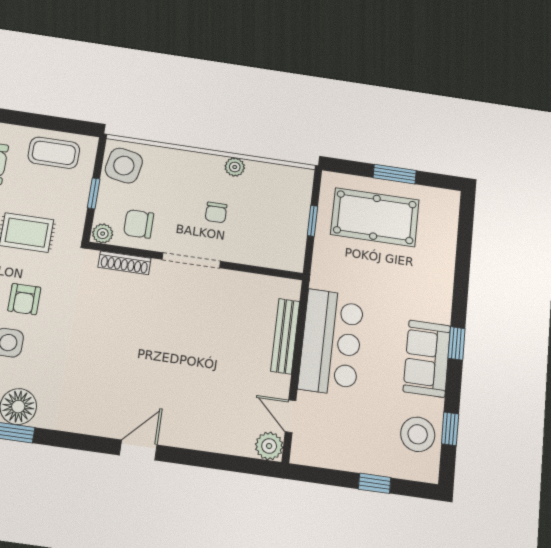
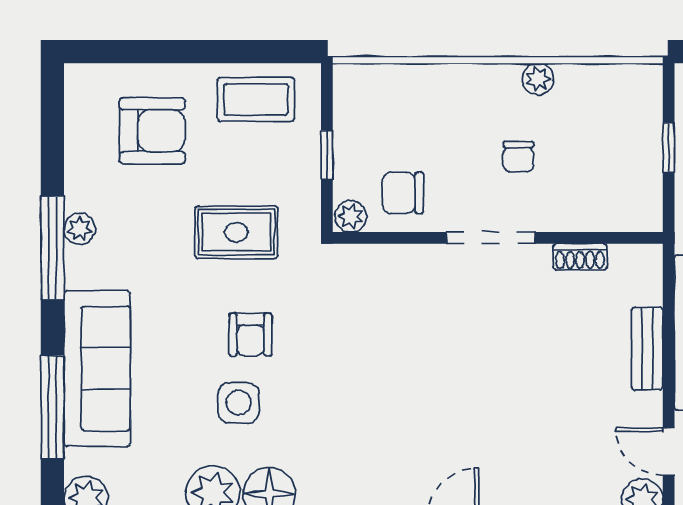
side table: (124, 166) -> (366, 103), removed
shoe rack: (125, 263) -> (580, 257), moved, width x0.70
bench: (285, 336) -> (647, 348), width x0.73

